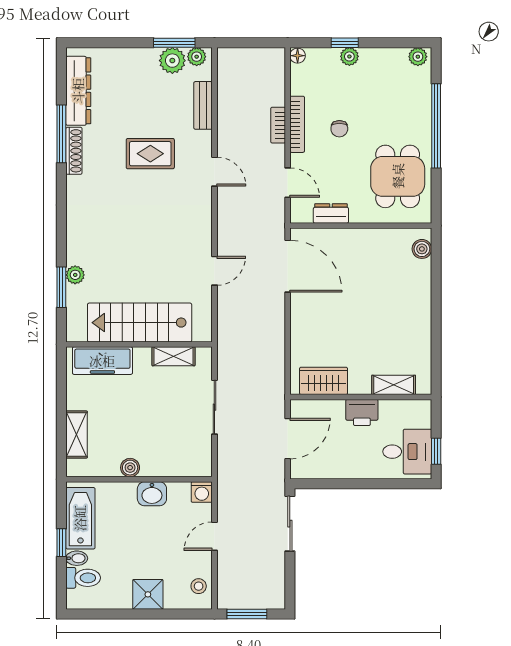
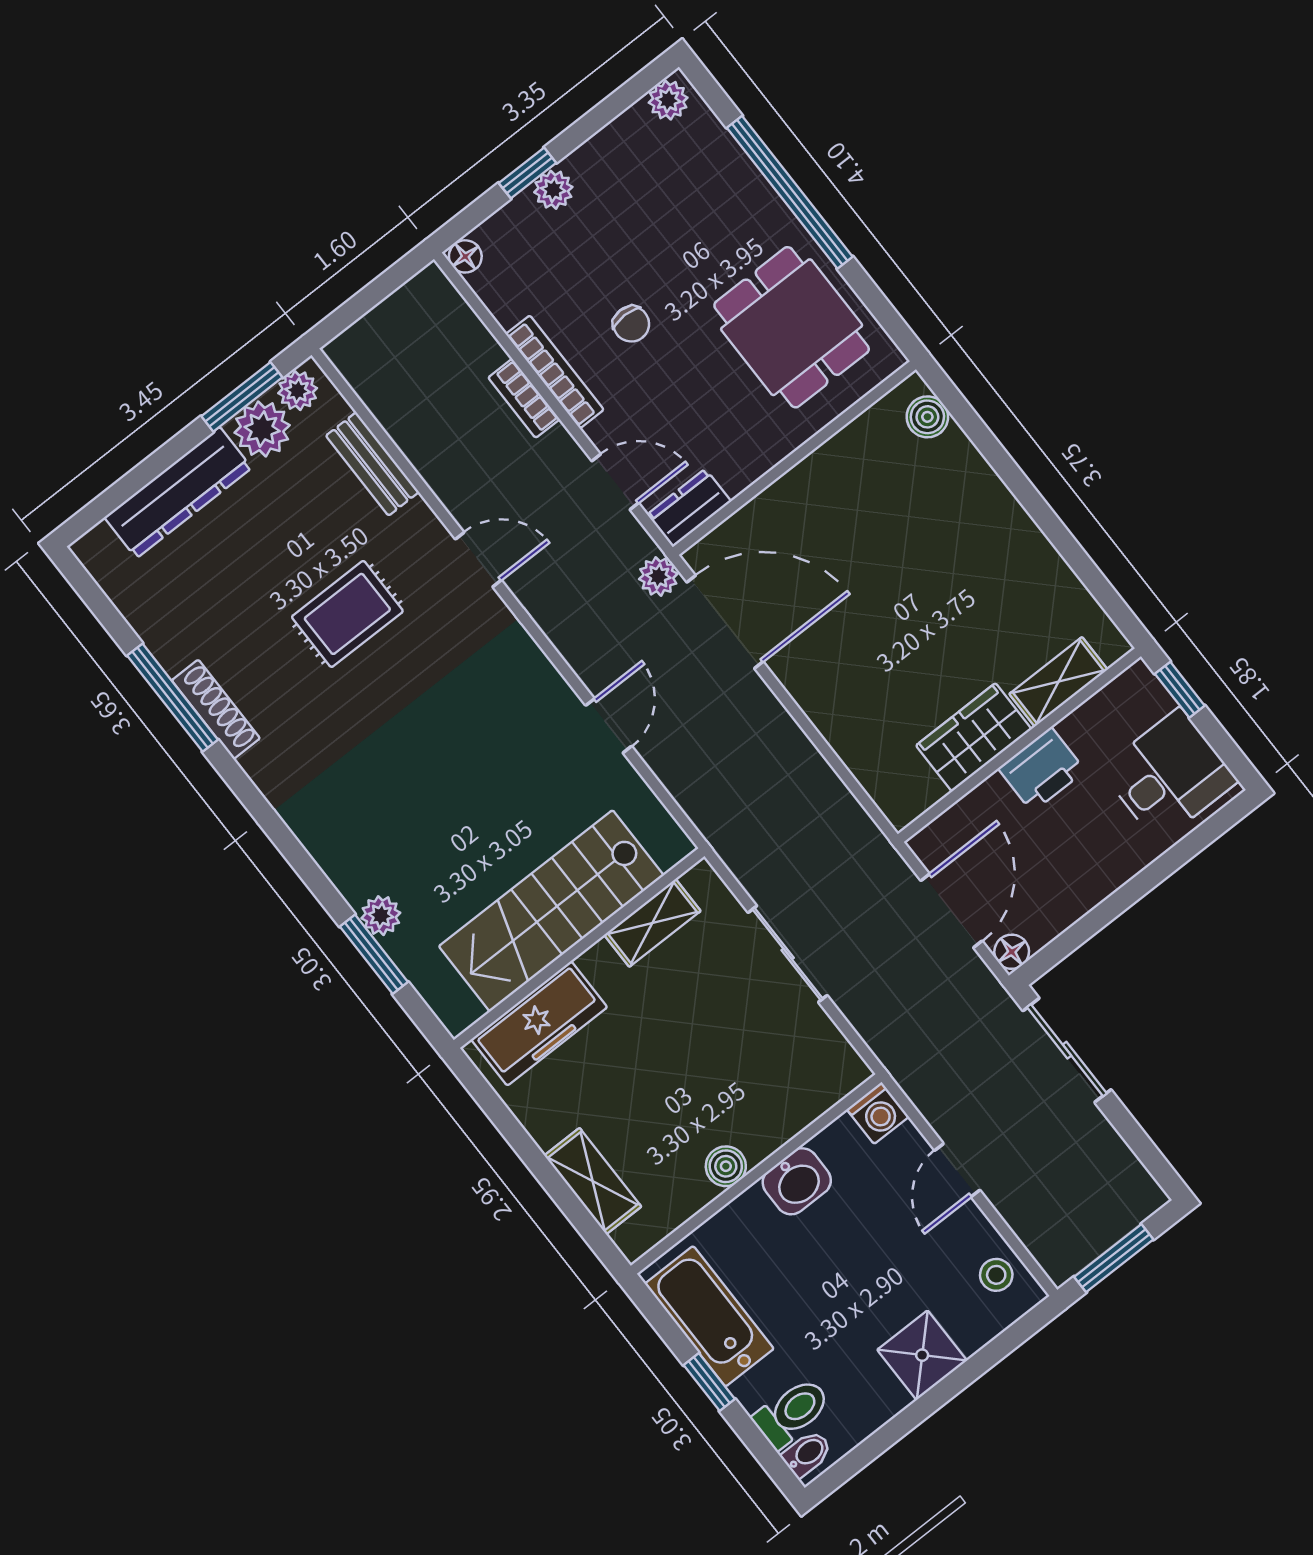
dresser: (78, 91) -> (178, 493), moved, turned 90
dresser: (331, 213) -> (689, 508), moved
plant: (276, 230) -> (658, 576), added
wardrobe: (324, 381) -> (974, 737), moved
window: (436, 451) -> (1180, 690), moved
floor lamp: (298, 471) -> (1012, 952), added
bidet: (77, 558) -> (807, 1454), moved

